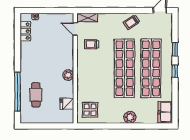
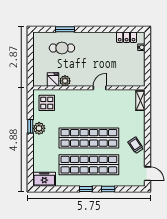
door: (75, 29) -> (100, 88), moved
trolley: (91, 44) -> (113, 104), removed
plant: (68, 75) -> (65, 81), moved
window: (17, 92) -> (65, 29), width x0.47
plant: (130, 117) -> (39, 128), moved
window: (113, 126) -> (30, 126), added

